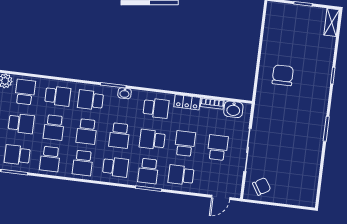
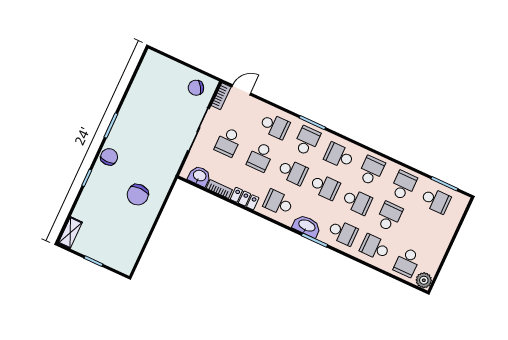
washbasin: (125, 93) -> (307, 226), width x1.91, depth x1.45
chair: (319, 101) -> (109, 157), added
school desk: (21, 123) -> (421, 231), removed
school desk: (87, 131) -> (357, 202), turned 90
school desk: (119, 136) -> (325, 187), turned 90
bookcase: (237, 186) -> (221, 96), added

